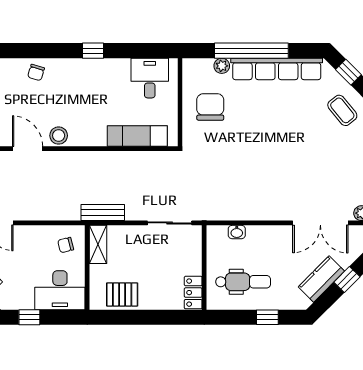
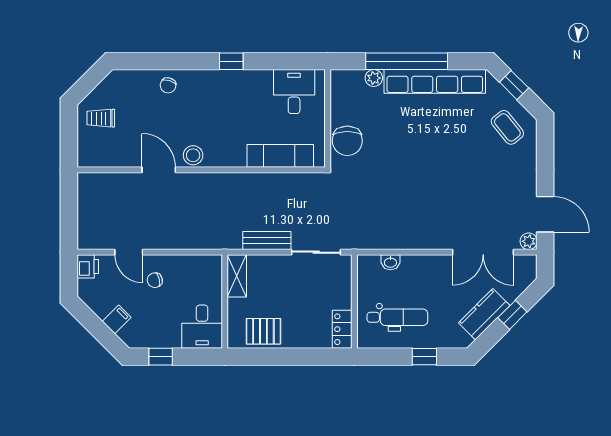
chair: (210, 107) -> (347, 141), moved, turned 180
bench: (103, 213) -> (267, 241), moved
chair: (66, 245) -> (155, 280), moved
desk: (60, 290) -> (202, 327), width x0.73

